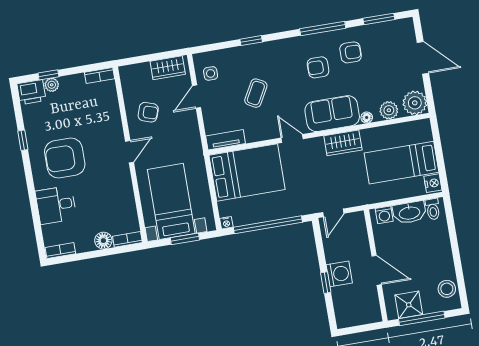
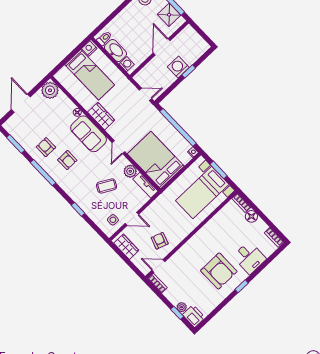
plant: (389, 110) -> (130, 171), moved
window: (23, 140) -> (242, 286), moved
door: (130, 152) -> (158, 266), moved

